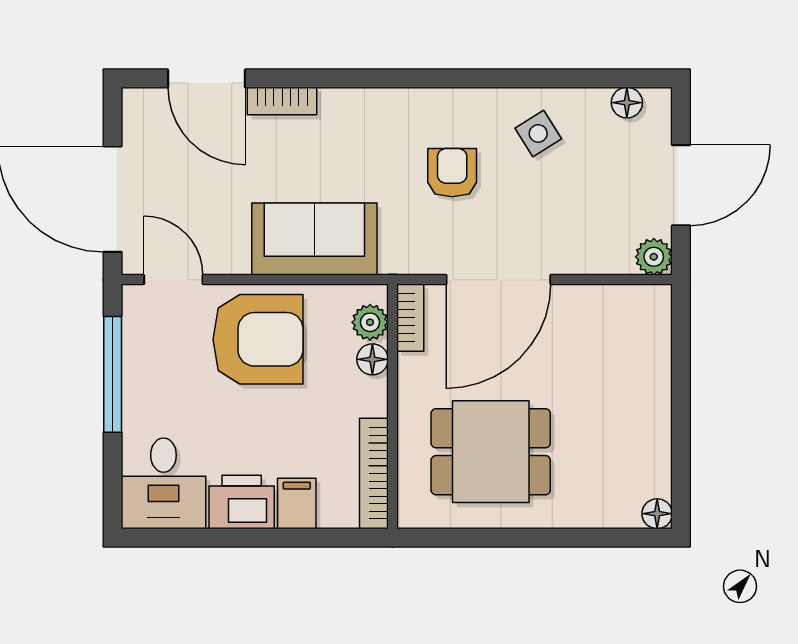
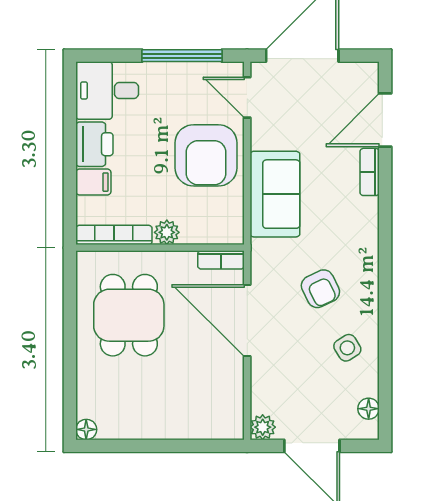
armchair: (452, 173) -> (320, 289), turned 64
door: (173, 280) -> (247, 97), swing flipped
plant: (370, 322) -> (167, 232), moved
floor lamp: (372, 359) -> (192, 234), removed

